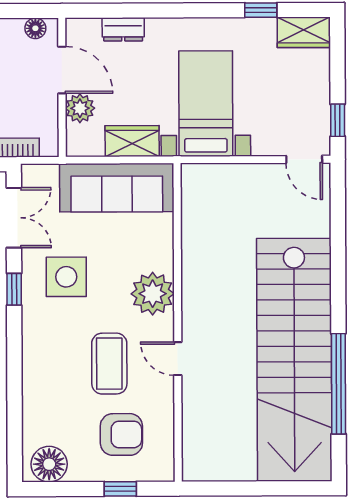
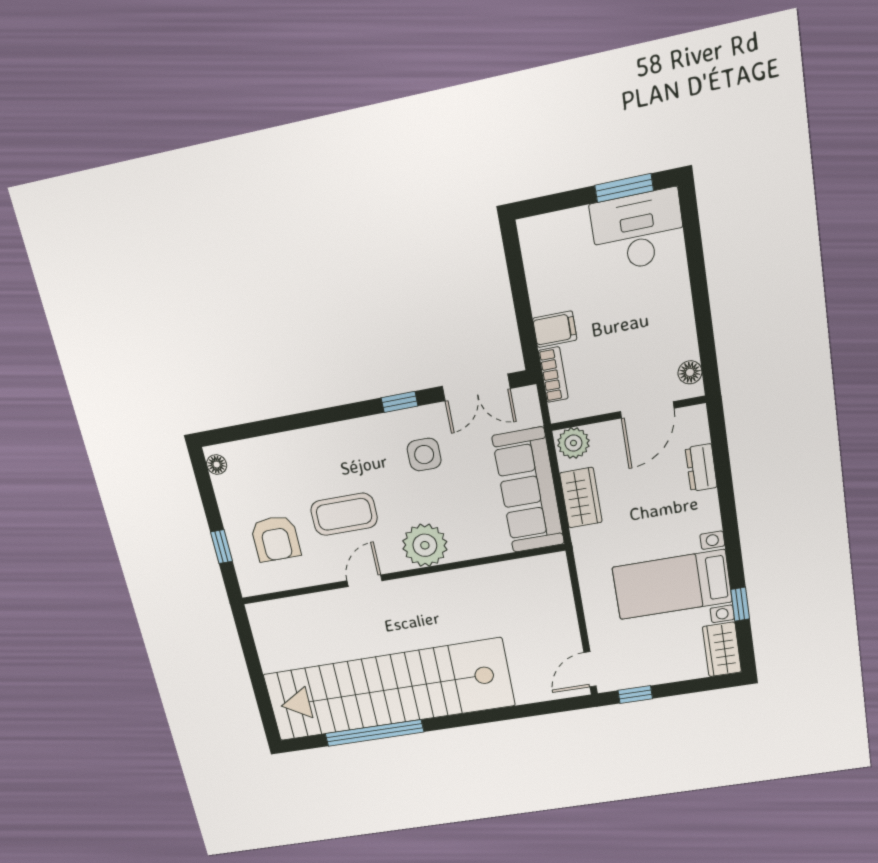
bed with nightstands: (206, 104) -> (672, 585), moved, turned 180
plant: (80, 108) -> (573, 443), moved
side table: (66, 277) -> (424, 455), width x0.73, depth x0.73
floor lamp: (49, 464) -> (217, 465), width x0.53, depth x0.53

